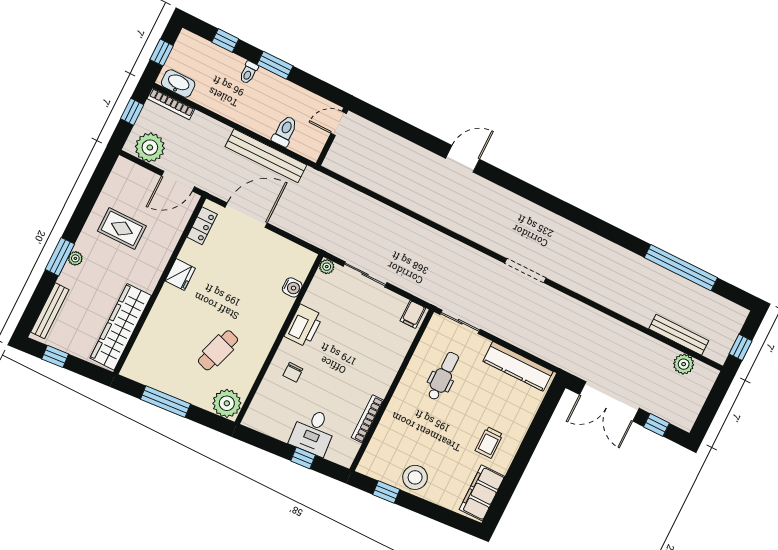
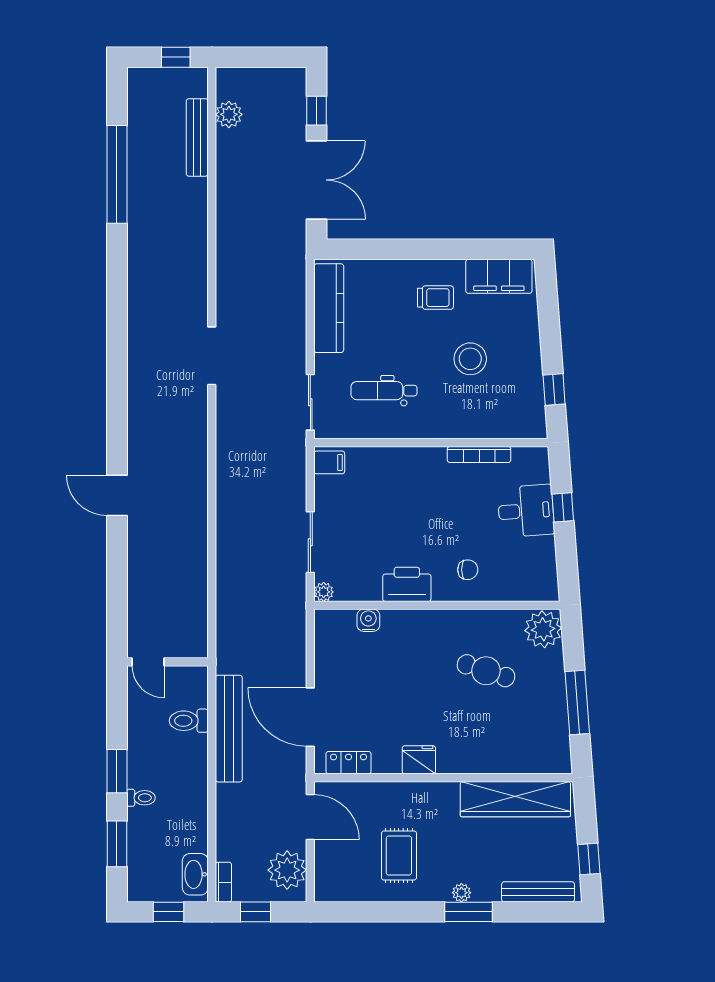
window: (225, 41) -> (117, 844), width x1.50
bookcase: (171, 104) -> (223, 882), width x0.64
stool: (415, 477) -> (470, 359), moved

